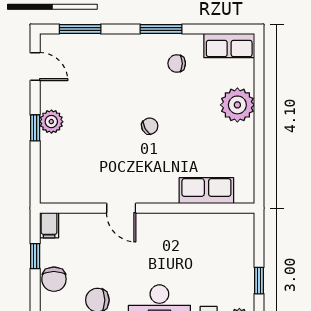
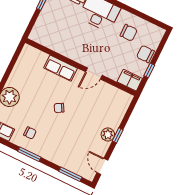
row of seats: (206, 191) -> (61, 68), moved
door: (121, 208) -> (94, 73), swing flipped
filing cabinet: (49, 225) -> (130, 80), width x2.00
chair: (54, 279) -> (145, 54), turned -90

